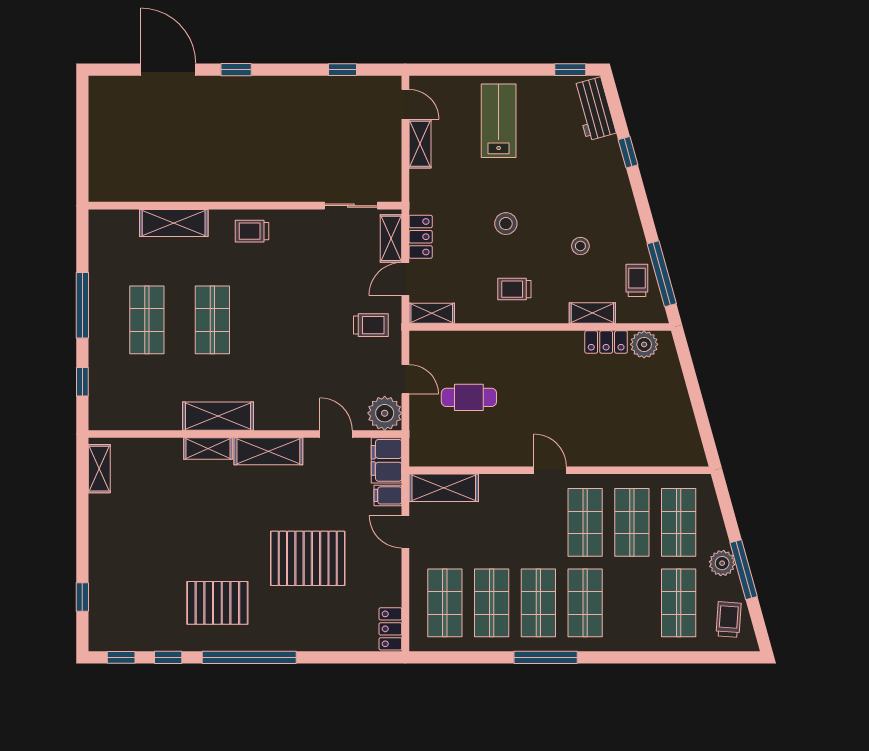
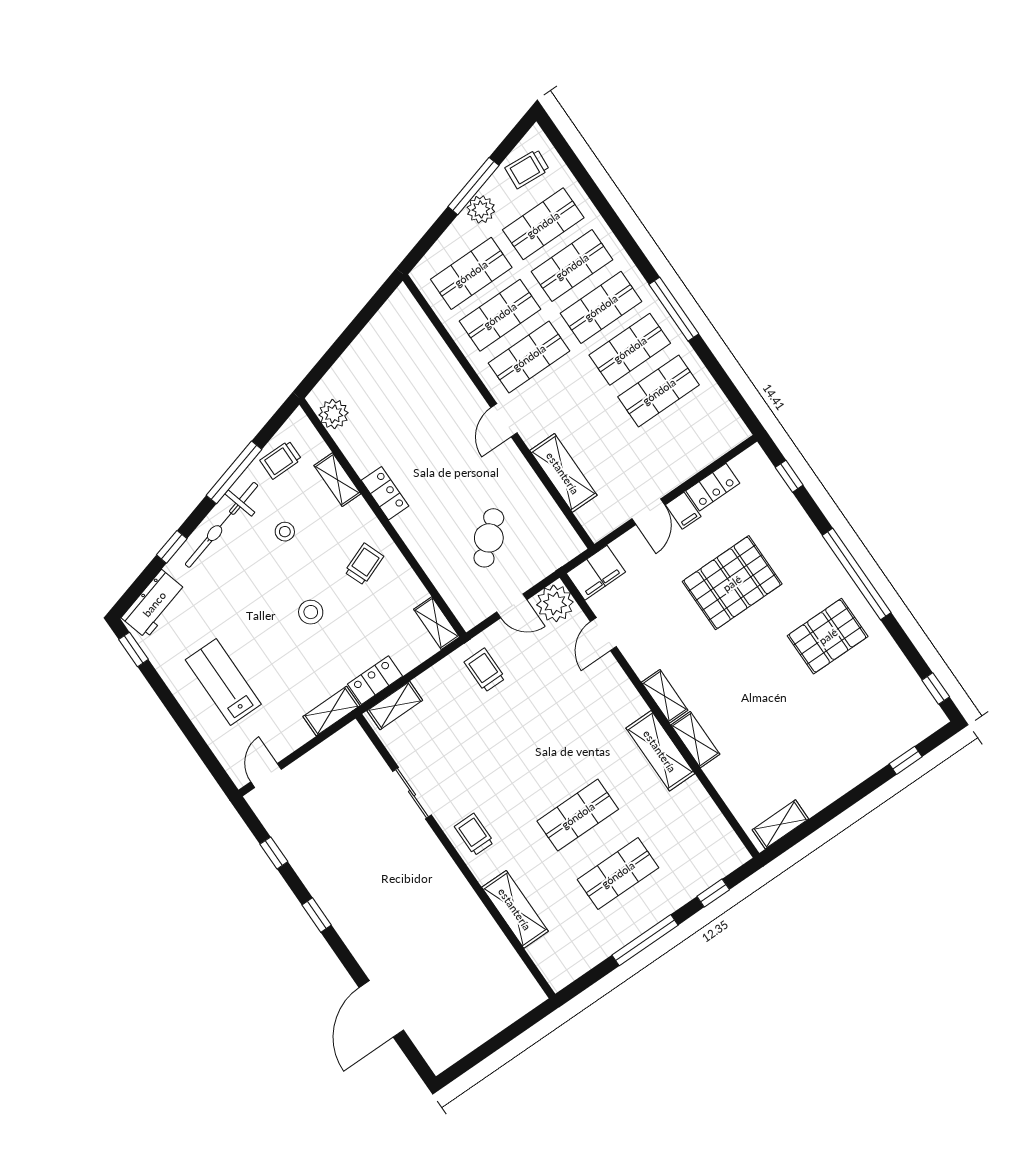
window: (236, 70) -> (317, 915), moved
lab bench: (499, 121) -> (223, 682), turned 90
shelving: (420, 144) -> (331, 711), moved
bicycle: (619, 202) -> (221, 525), added
sliding door: (351, 206) -> (412, 793), moved
trolley: (252, 231) -> (474, 834), turned 180
window: (662, 274) -> (234, 472), moved
door: (405, 279) -> (422, 668), removed
trolley: (514, 289) -> (364, 564), turned -111
locker: (606, 342) -> (385, 493), moved
door: (405, 379) -> (512, 606), swing flipped
cafe table: (469, 397) -> (489, 538), turned 48
shelving: (268, 451) -> (665, 696), width x0.67, depth x0.75
shelving: (444, 488) -> (563, 473), moved
filing cabinet: (388, 495) -> (683, 511), moved
pallet: (308, 558) -> (732, 583), turned 90
pallet: (217, 603) -> (828, 636), turned 90
shop shelf: (445, 603) -> (572, 266), moved
locker: (390, 629) -> (713, 487), moved
window: (168, 657) -> (789, 476), moved

